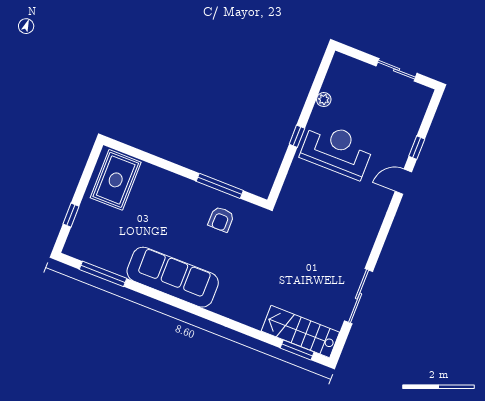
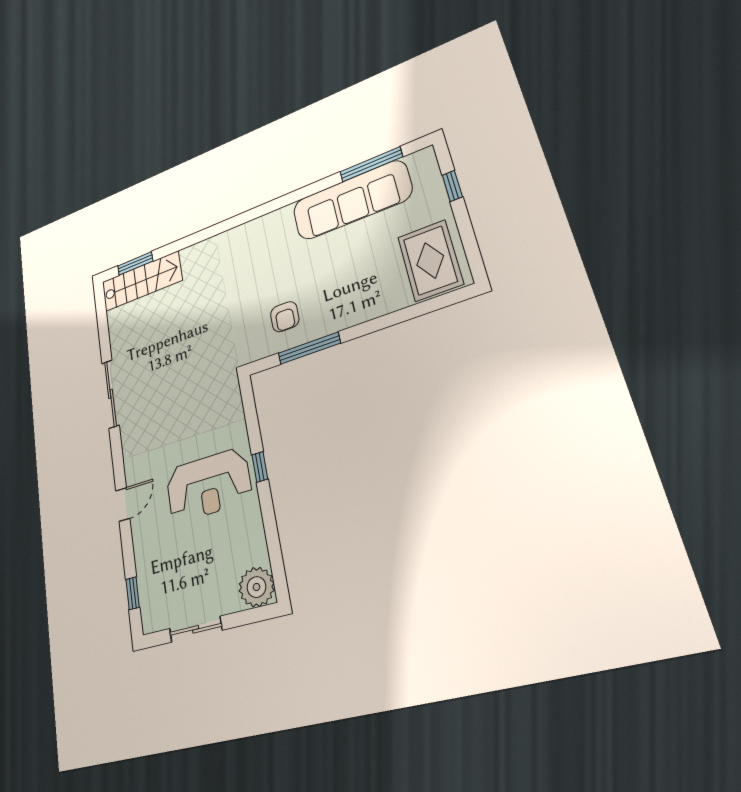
plant: (324, 100) -> (256, 587), moved, width x1.88, depth x1.88
window: (417, 148) -> (133, 593), moved
armchair: (221, 219) -> (285, 317), turned 180
sofa: (173, 277) -> (352, 200), moved
sliding door: (359, 296) -> (110, 394), moved

